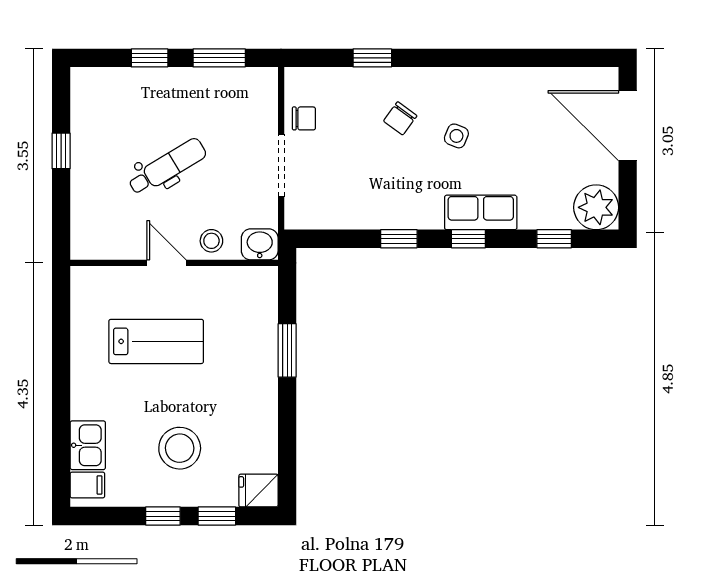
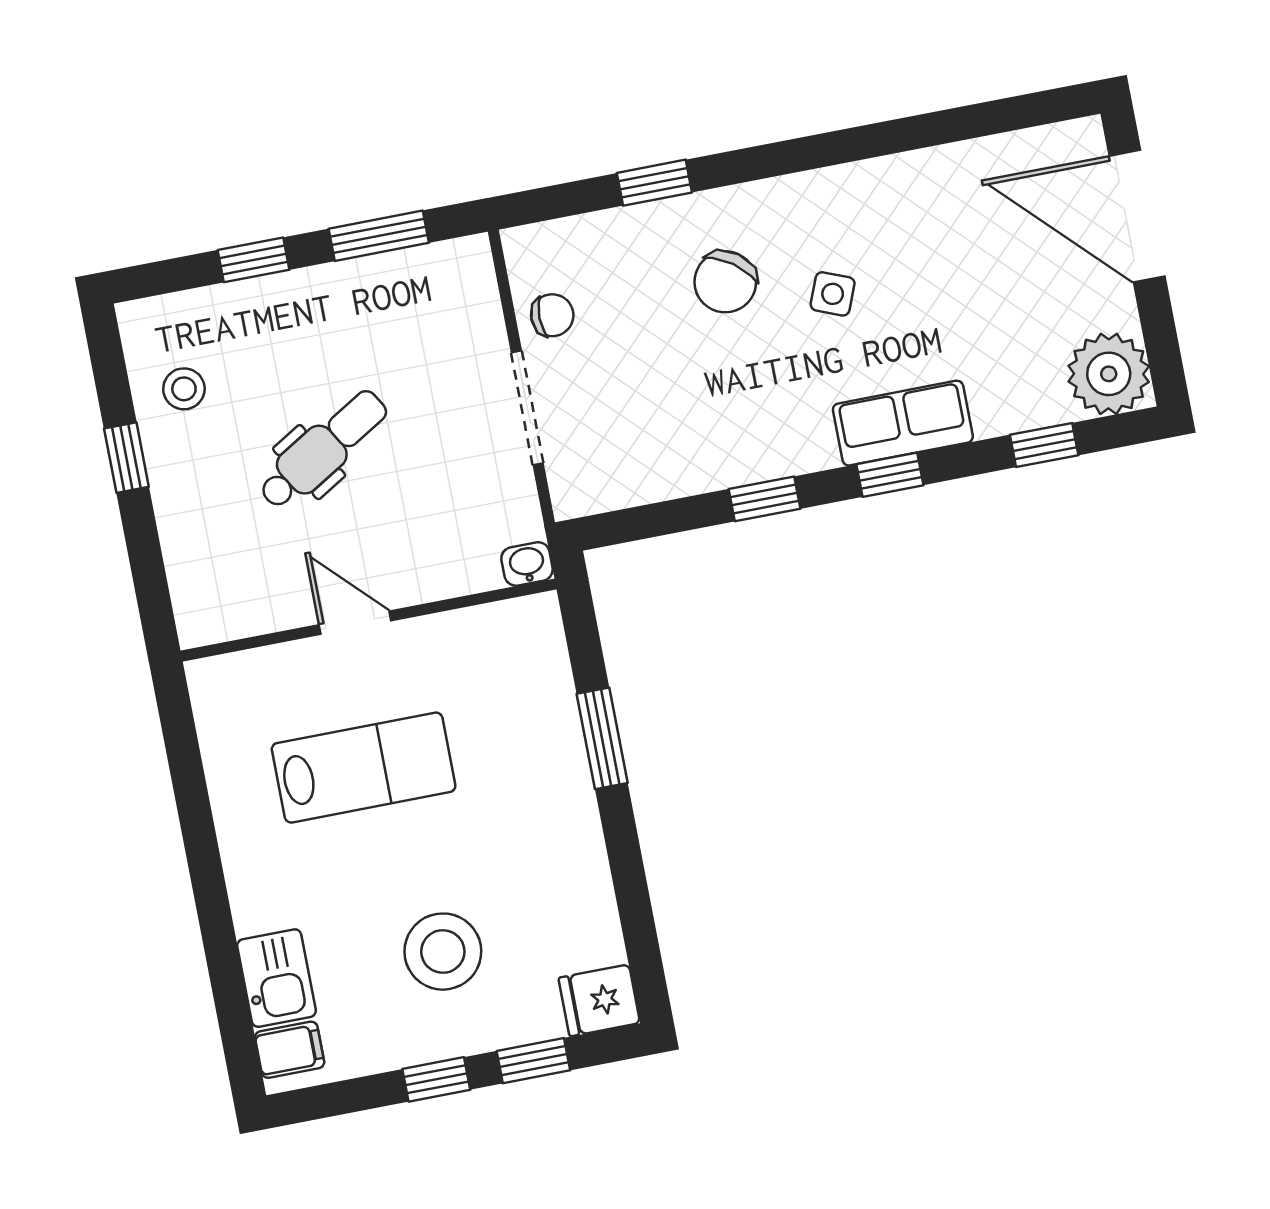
chair: (400, 118) -> (725, 282), width x1.37, depth x1.37
stool: (211, 241) -> (184, 389), moved
washbasin: (260, 244) -> (527, 564), width x0.72, depth x0.69

